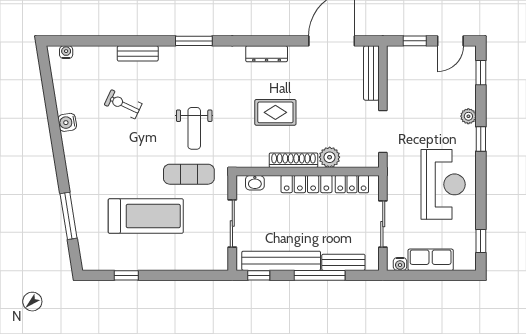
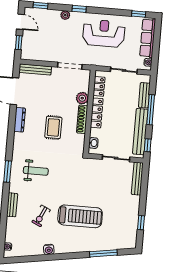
dresser: (267, 54) -> (20, 120), moved
weight bench: (194, 128) -> (36, 171), moved
exercise mat: (189, 174) -> (85, 181), removed
treadmill: (146, 216) -> (80, 216), moved, turned 90
row of seats: (431, 260) -> (148, 38), width x1.48
bench: (201, 263) -> (137, 179), added

